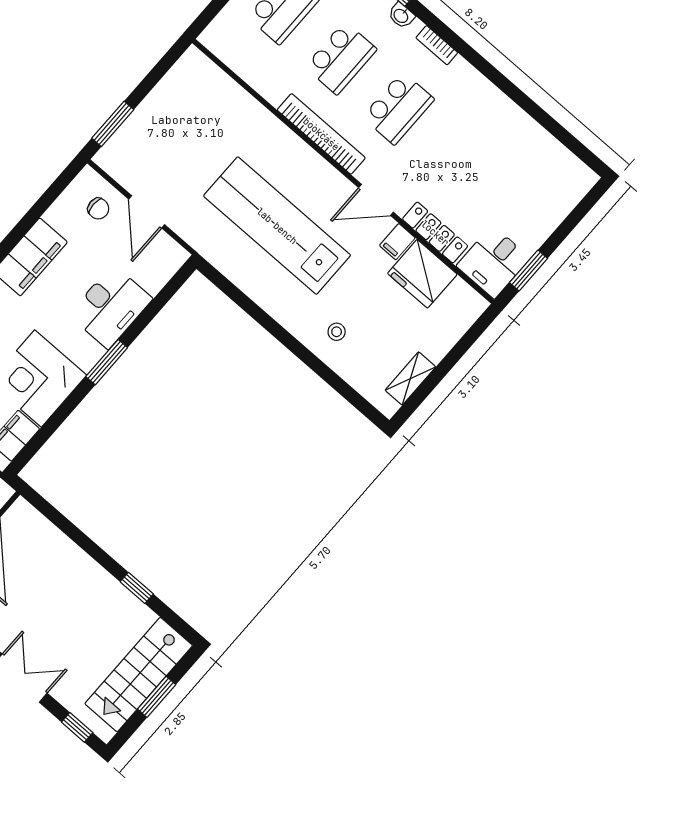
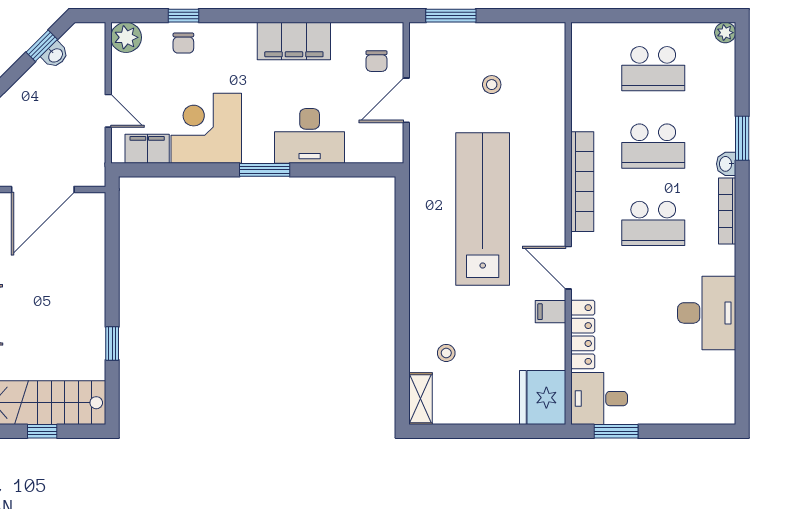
bookcase: (437, 45) -> (727, 211), width x1.56
desk: (499, 127) -> (707, 313), added
stool: (190, 138) -> (492, 85), added
fridge: (422, 274) -> (543, 398), moved
stool: (337, 332) -> (446, 353), moved
shelving: (410, 379) -> (421, 399), moved, turned 90
window: (157, 697) -> (42, 431), width x0.67

